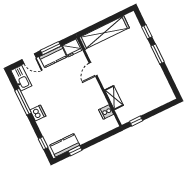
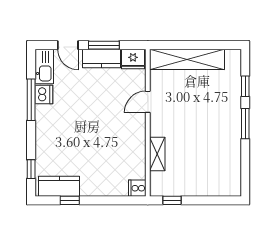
cooker: (106, 112) -> (137, 188), moved
dishwasher: (38, 113) -> (44, 94), moved

